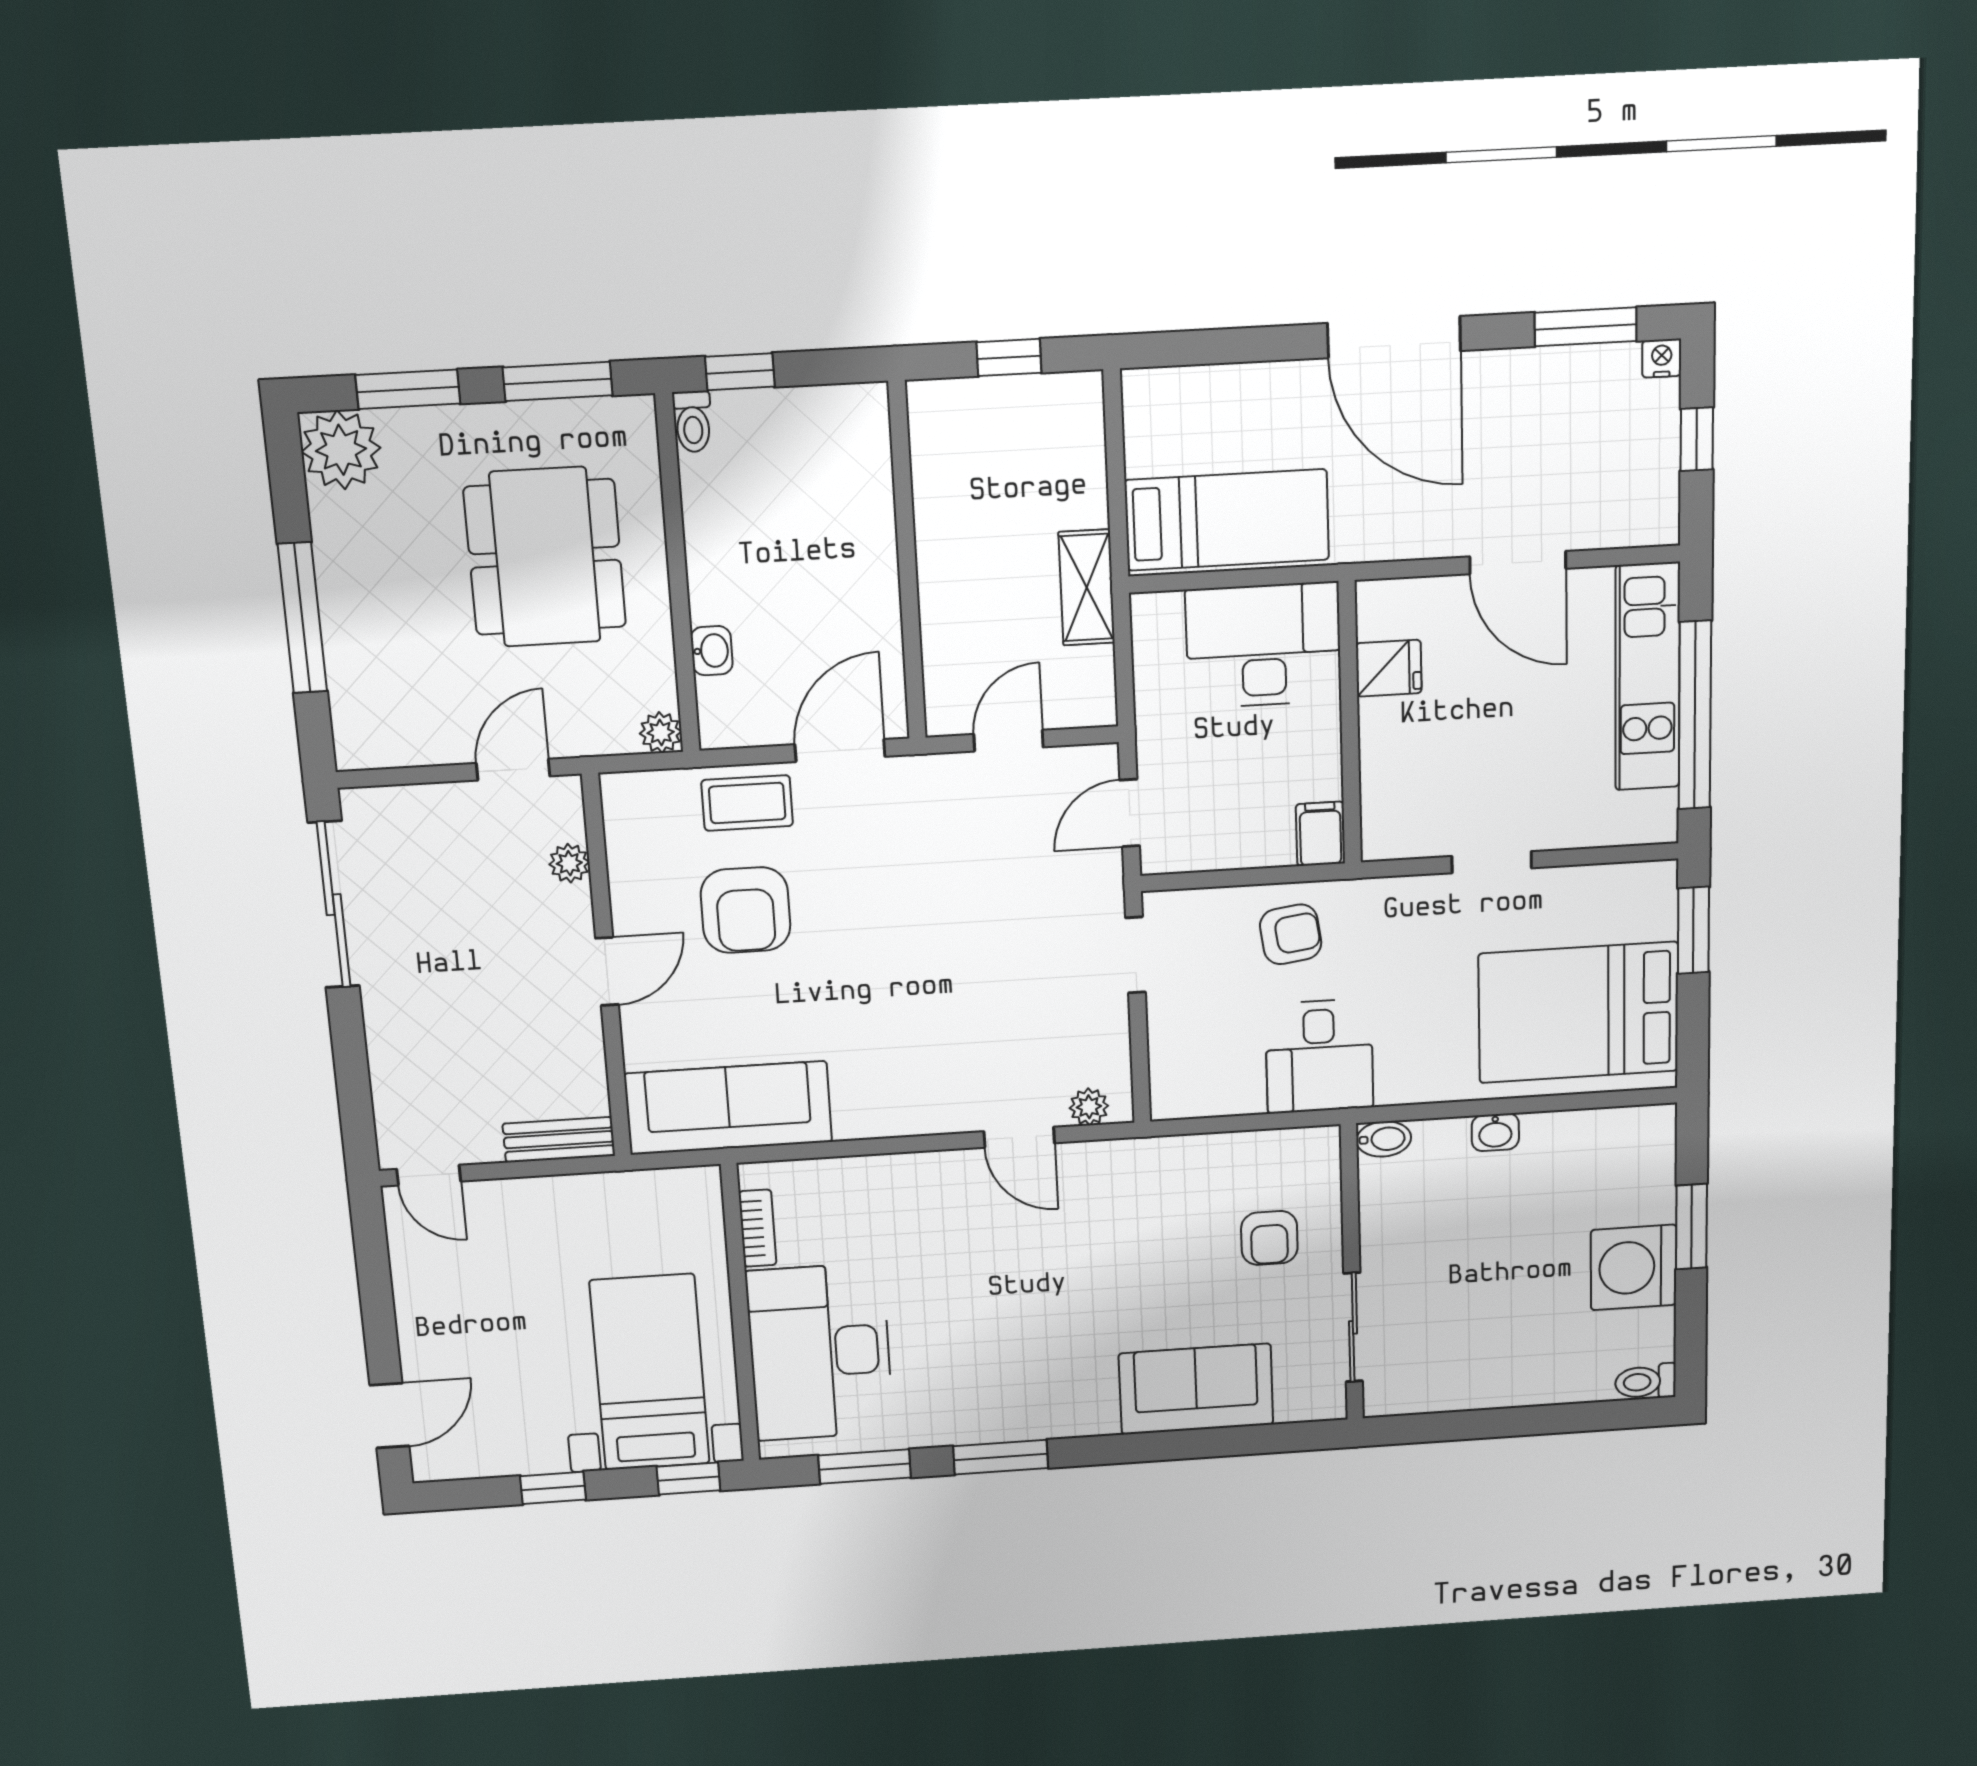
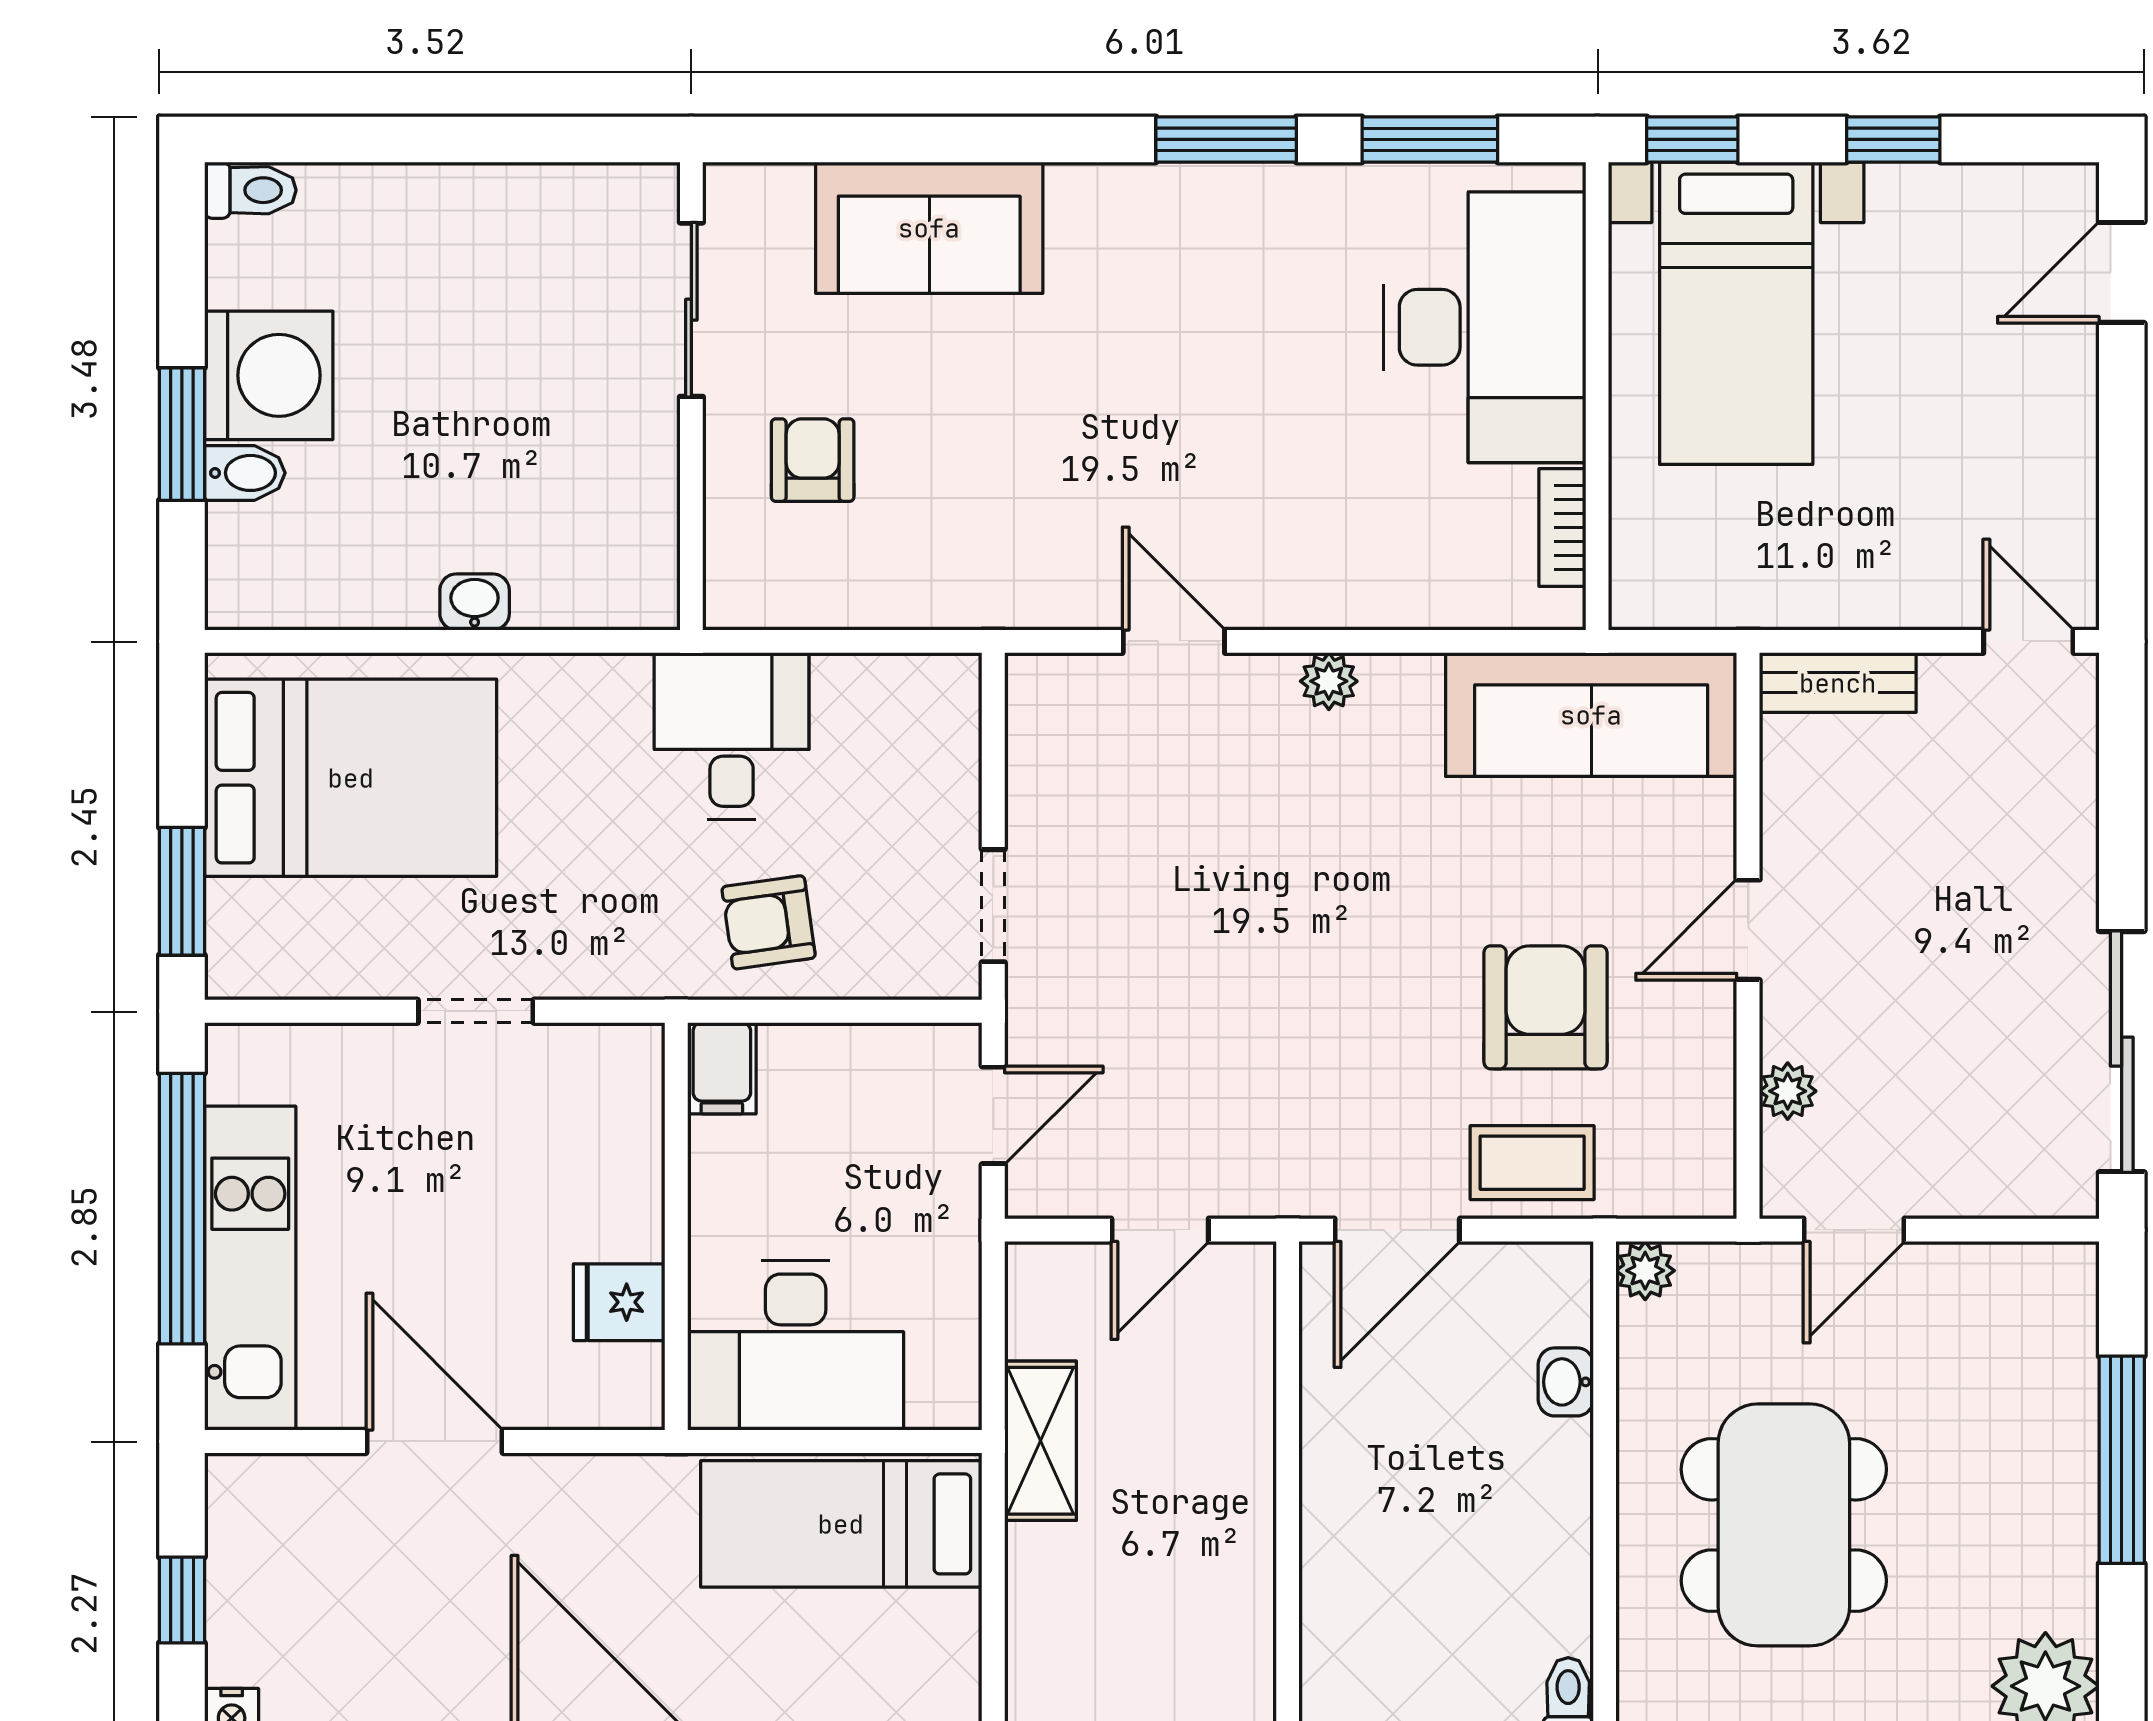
plant: (1089, 1107) -> (1329, 681), moved
bidet: (1384, 1139) -> (245, 473), moved, turned 180

